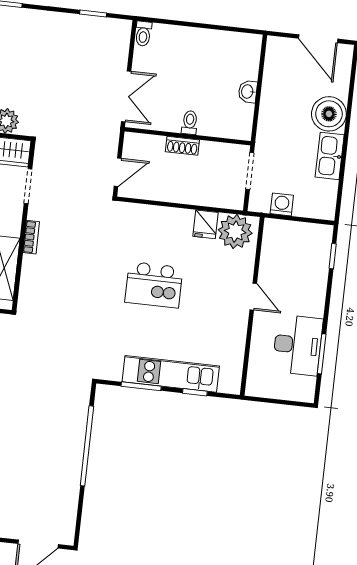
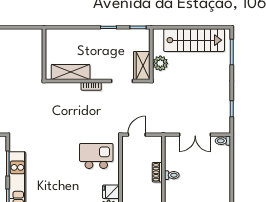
double door: (126, 96) -> (195, 135), moved
door: (118, 172) -> (137, 135), swing flipped
kitchen island: (154, 285) -> (96, 156), moved, turned 90

